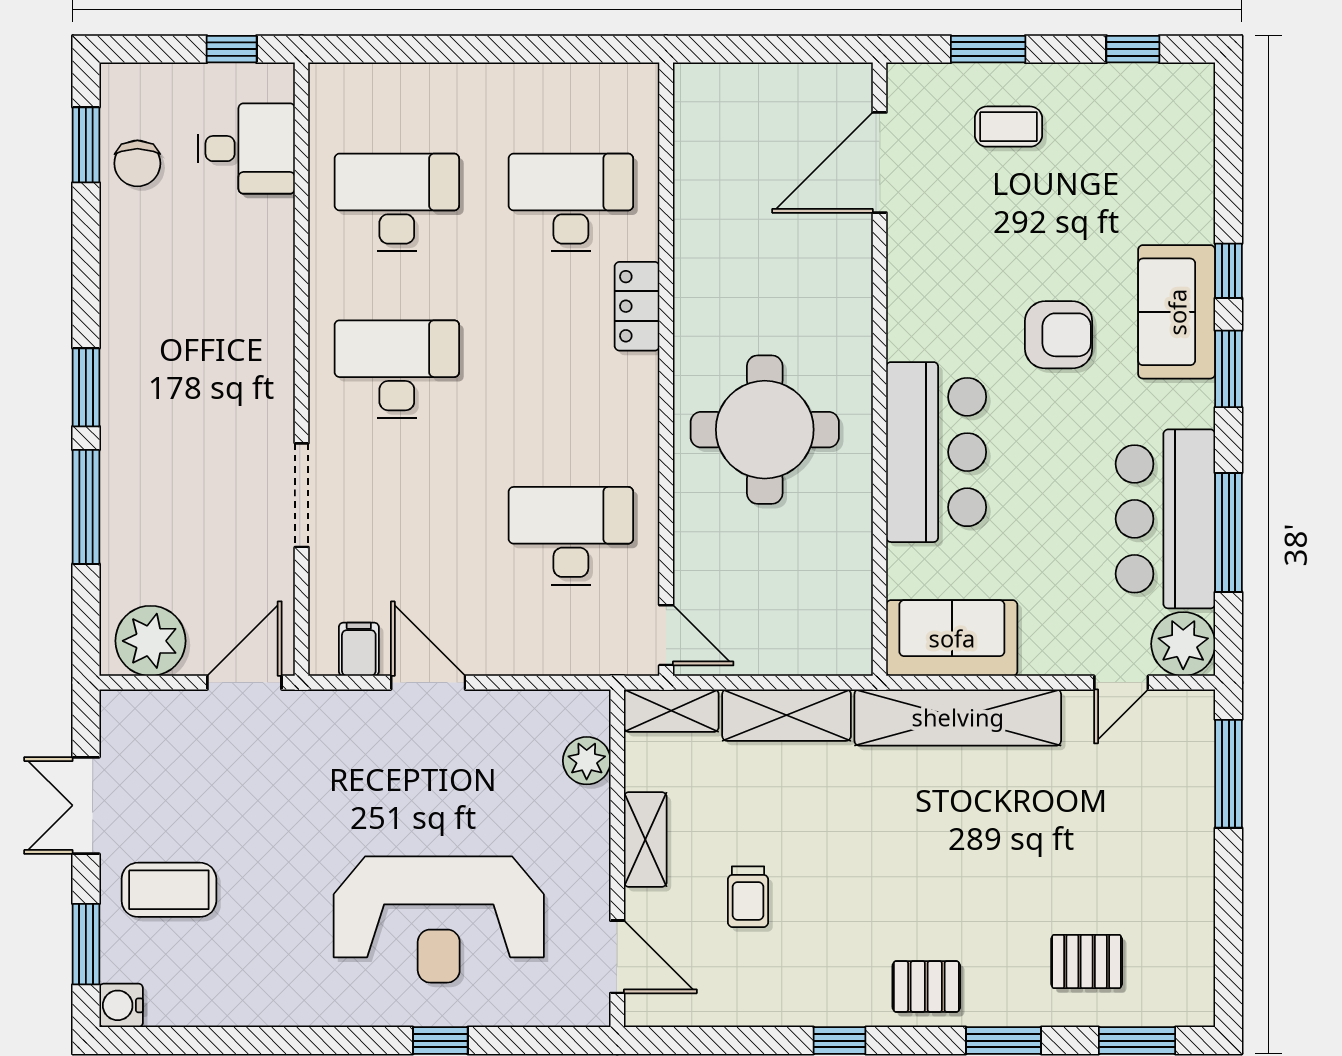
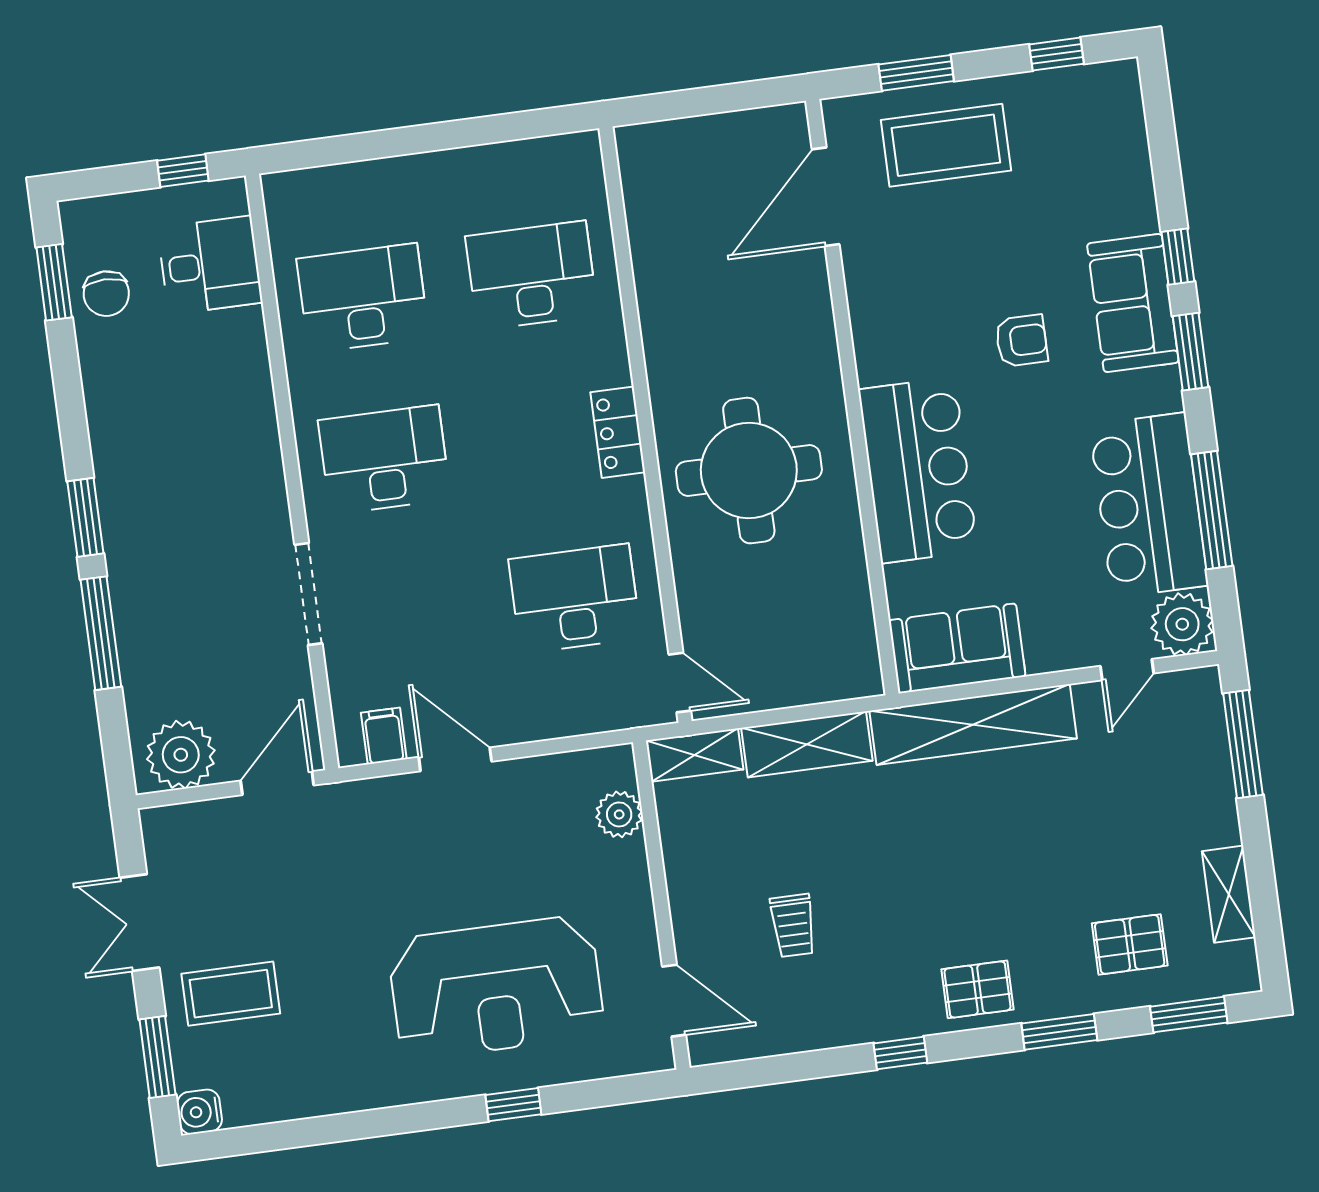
coffee table: (1008, 127) -> (946, 145), width x1.86, depth x1.72
locker: (637, 306) -> (618, 432), moved
armchair: (1059, 335) -> (1021, 341), width x0.72, depth x0.72
shelving: (645, 839) -> (1229, 894), moved

